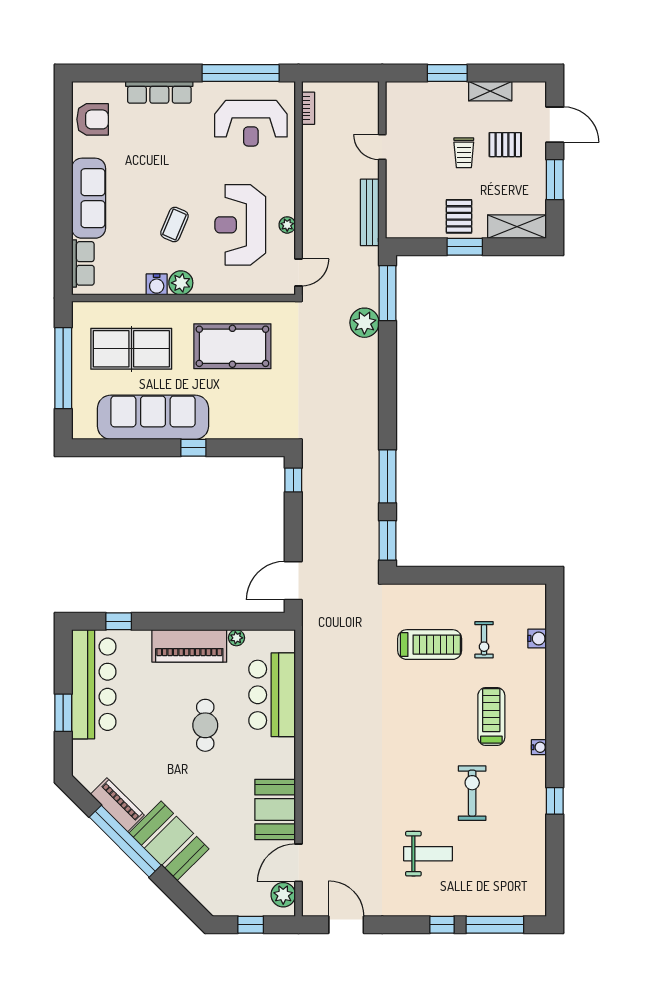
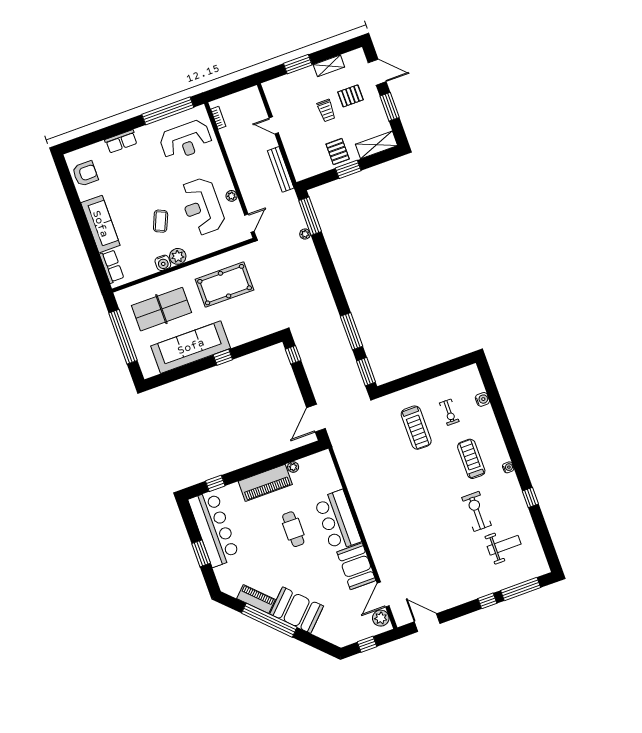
row of seats: (159, 92) -> (121, 141), width x0.68
plant: (364, 323) -> (305, 234), width x0.53, depth x0.53
treadmill: (430, 645) -> (416, 428), turned 90
bar counter: (272, 695) -> (338, 521), moved
weight bench: (428, 854) -> (504, 545), moved

